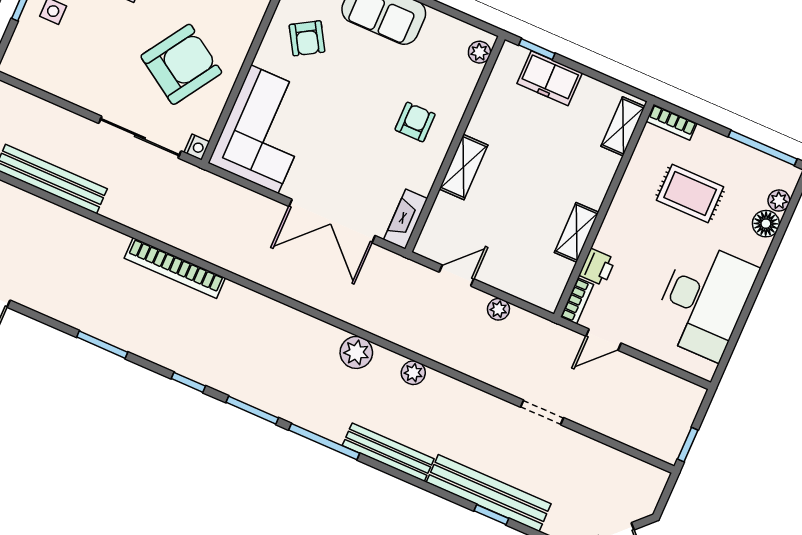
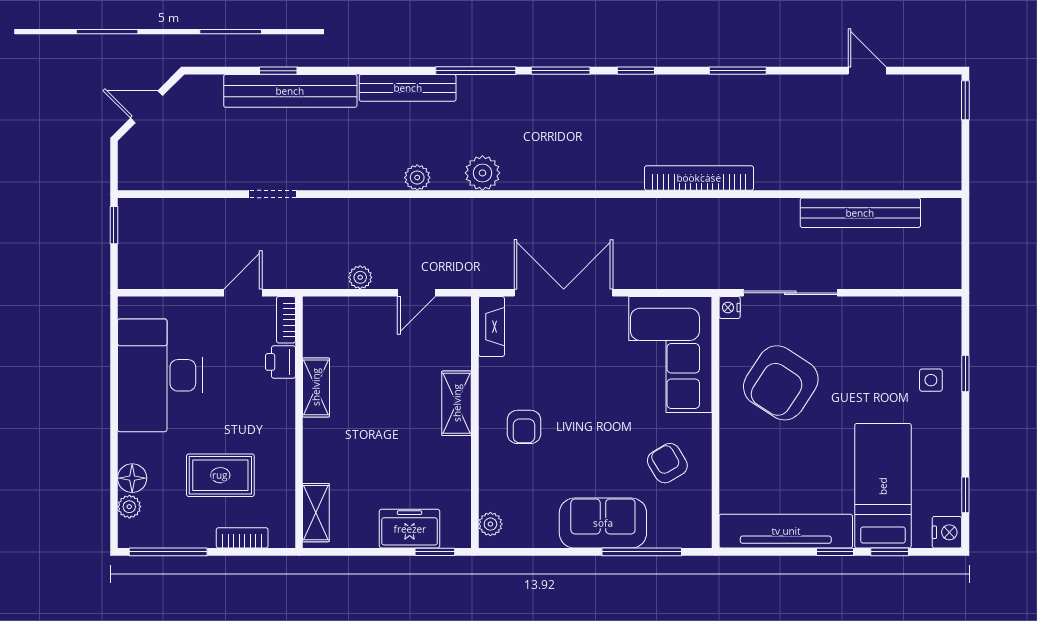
bookcase: (672, 122) -> (242, 538), moved

